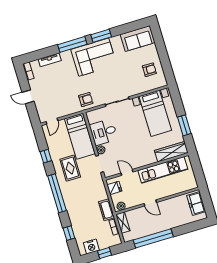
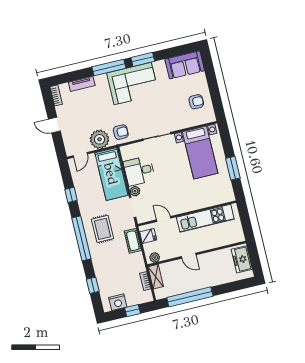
plant: (68, 107) -> (99, 139), added
wardrobe: (171, 152) -> (216, 198), removed
rug: (70, 168) -> (102, 229), moved
cot: (107, 210) -> (133, 241), moved

